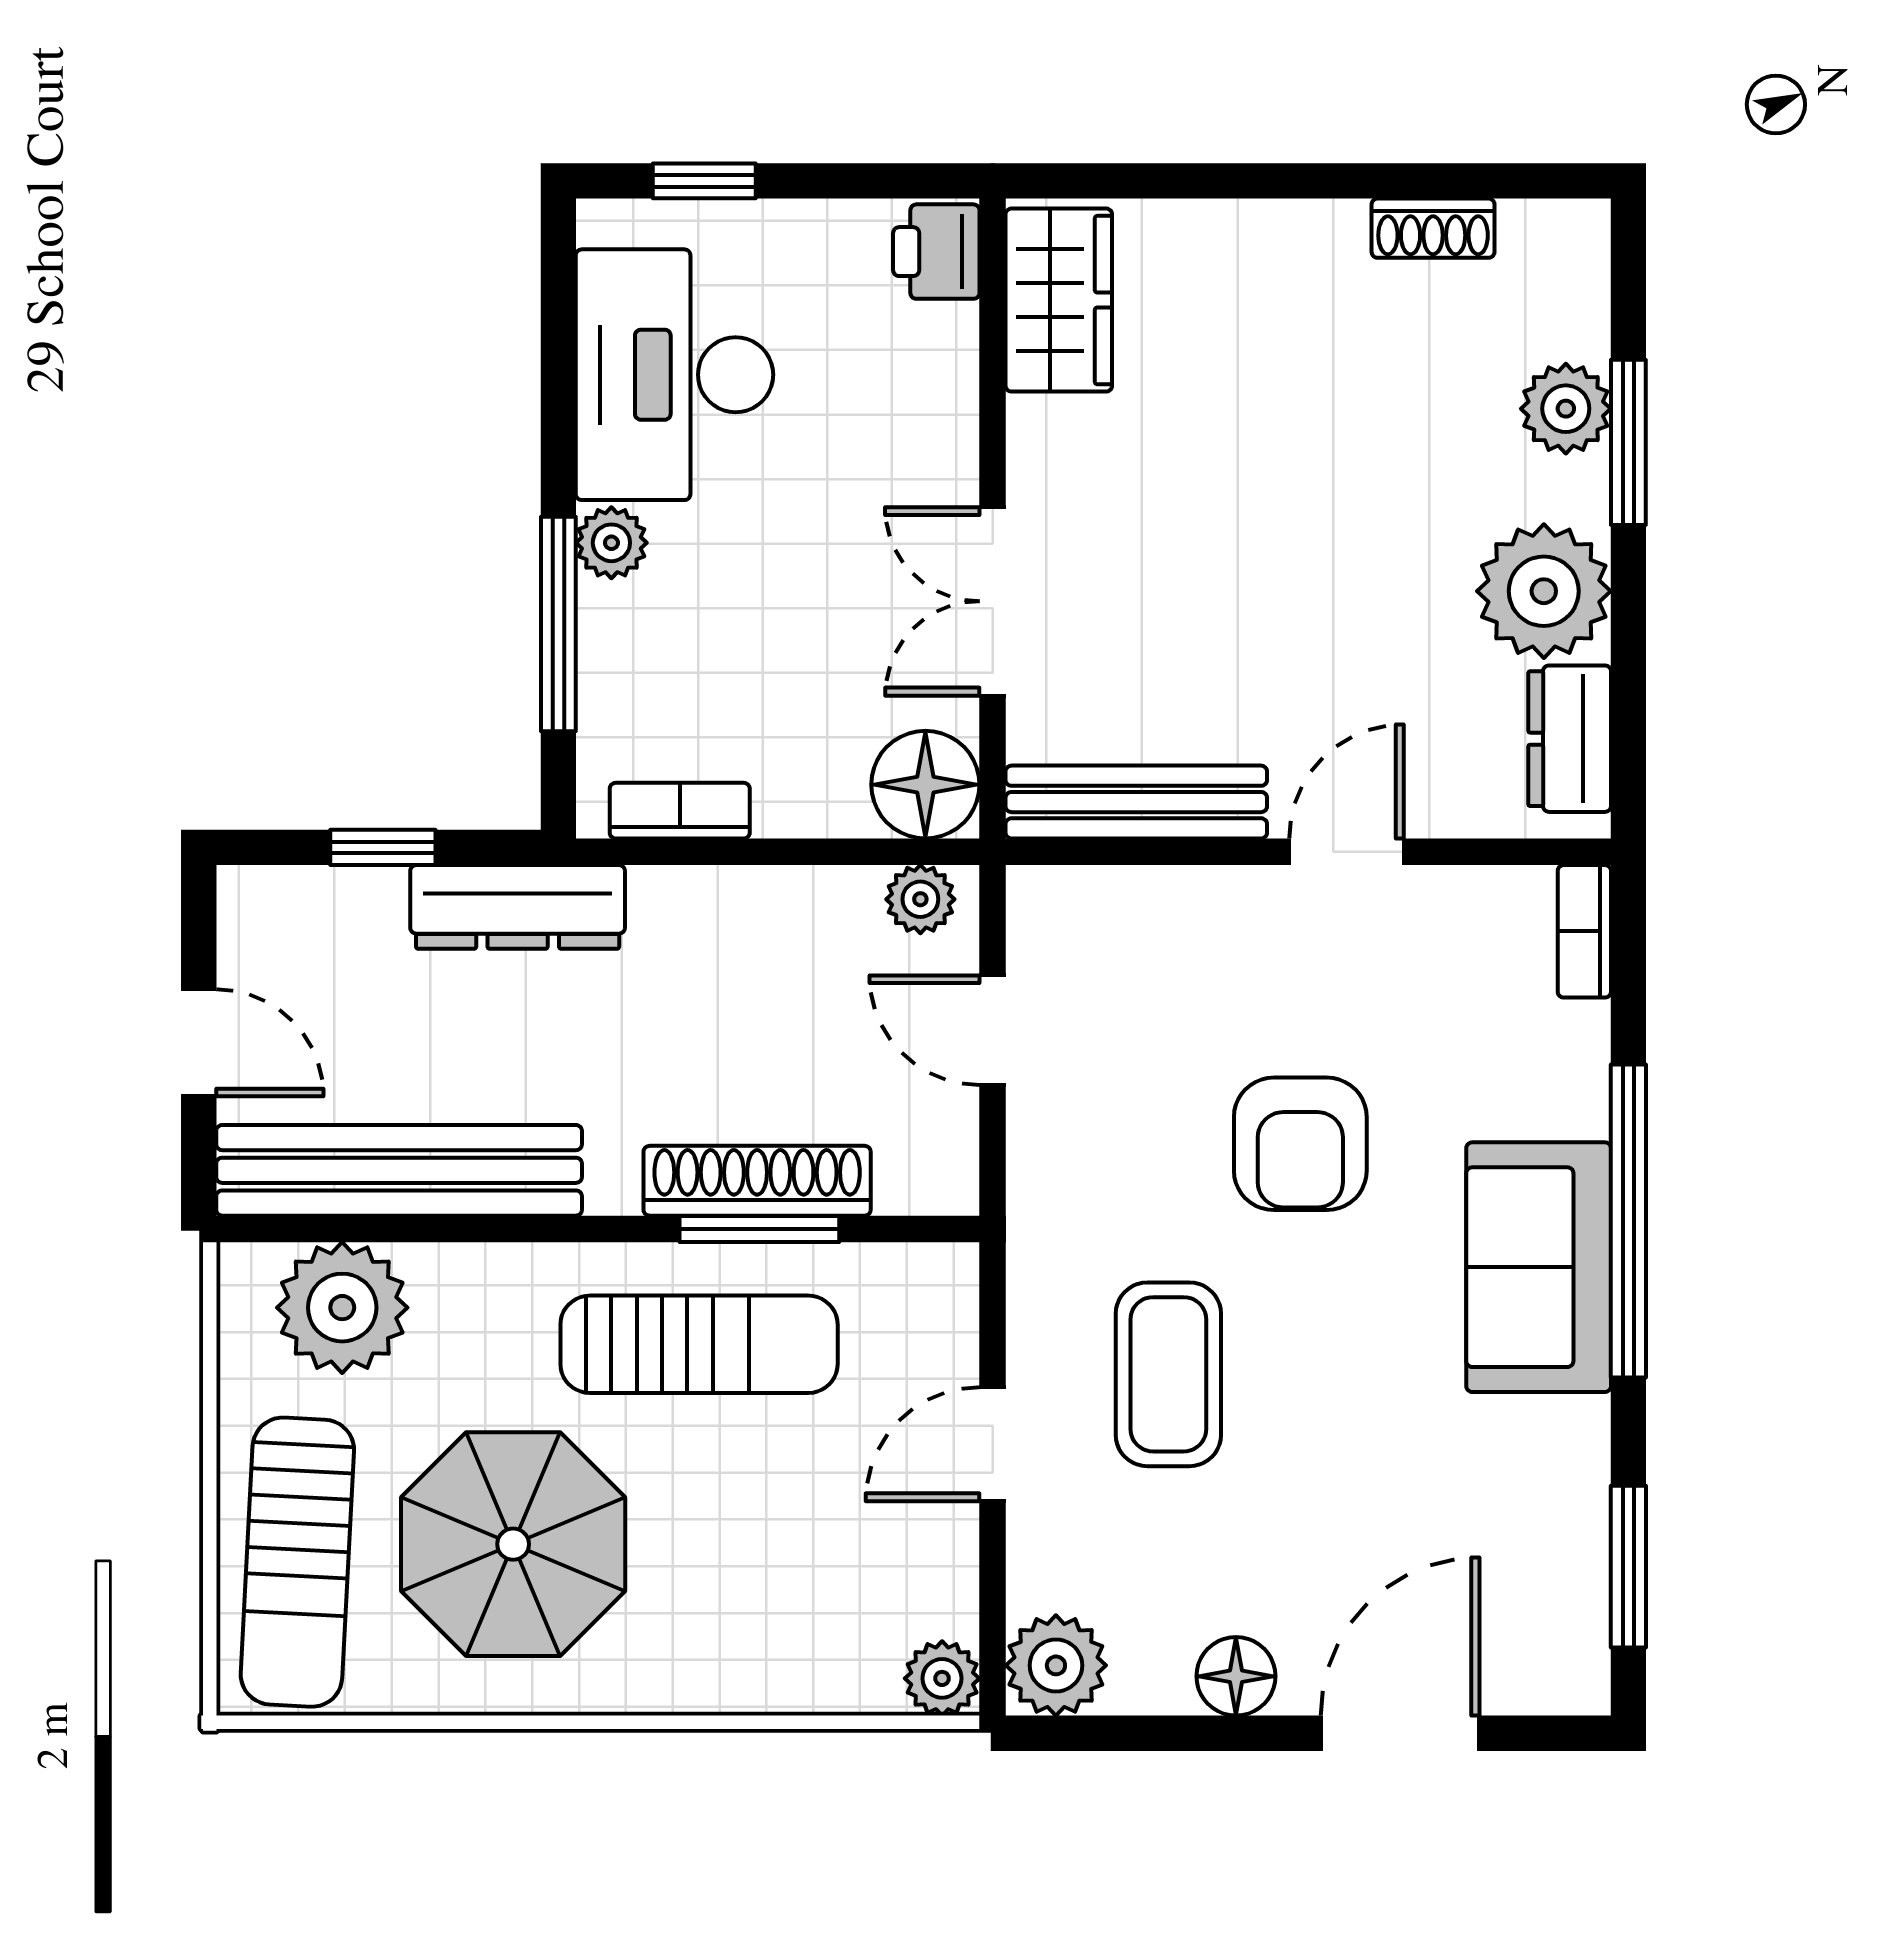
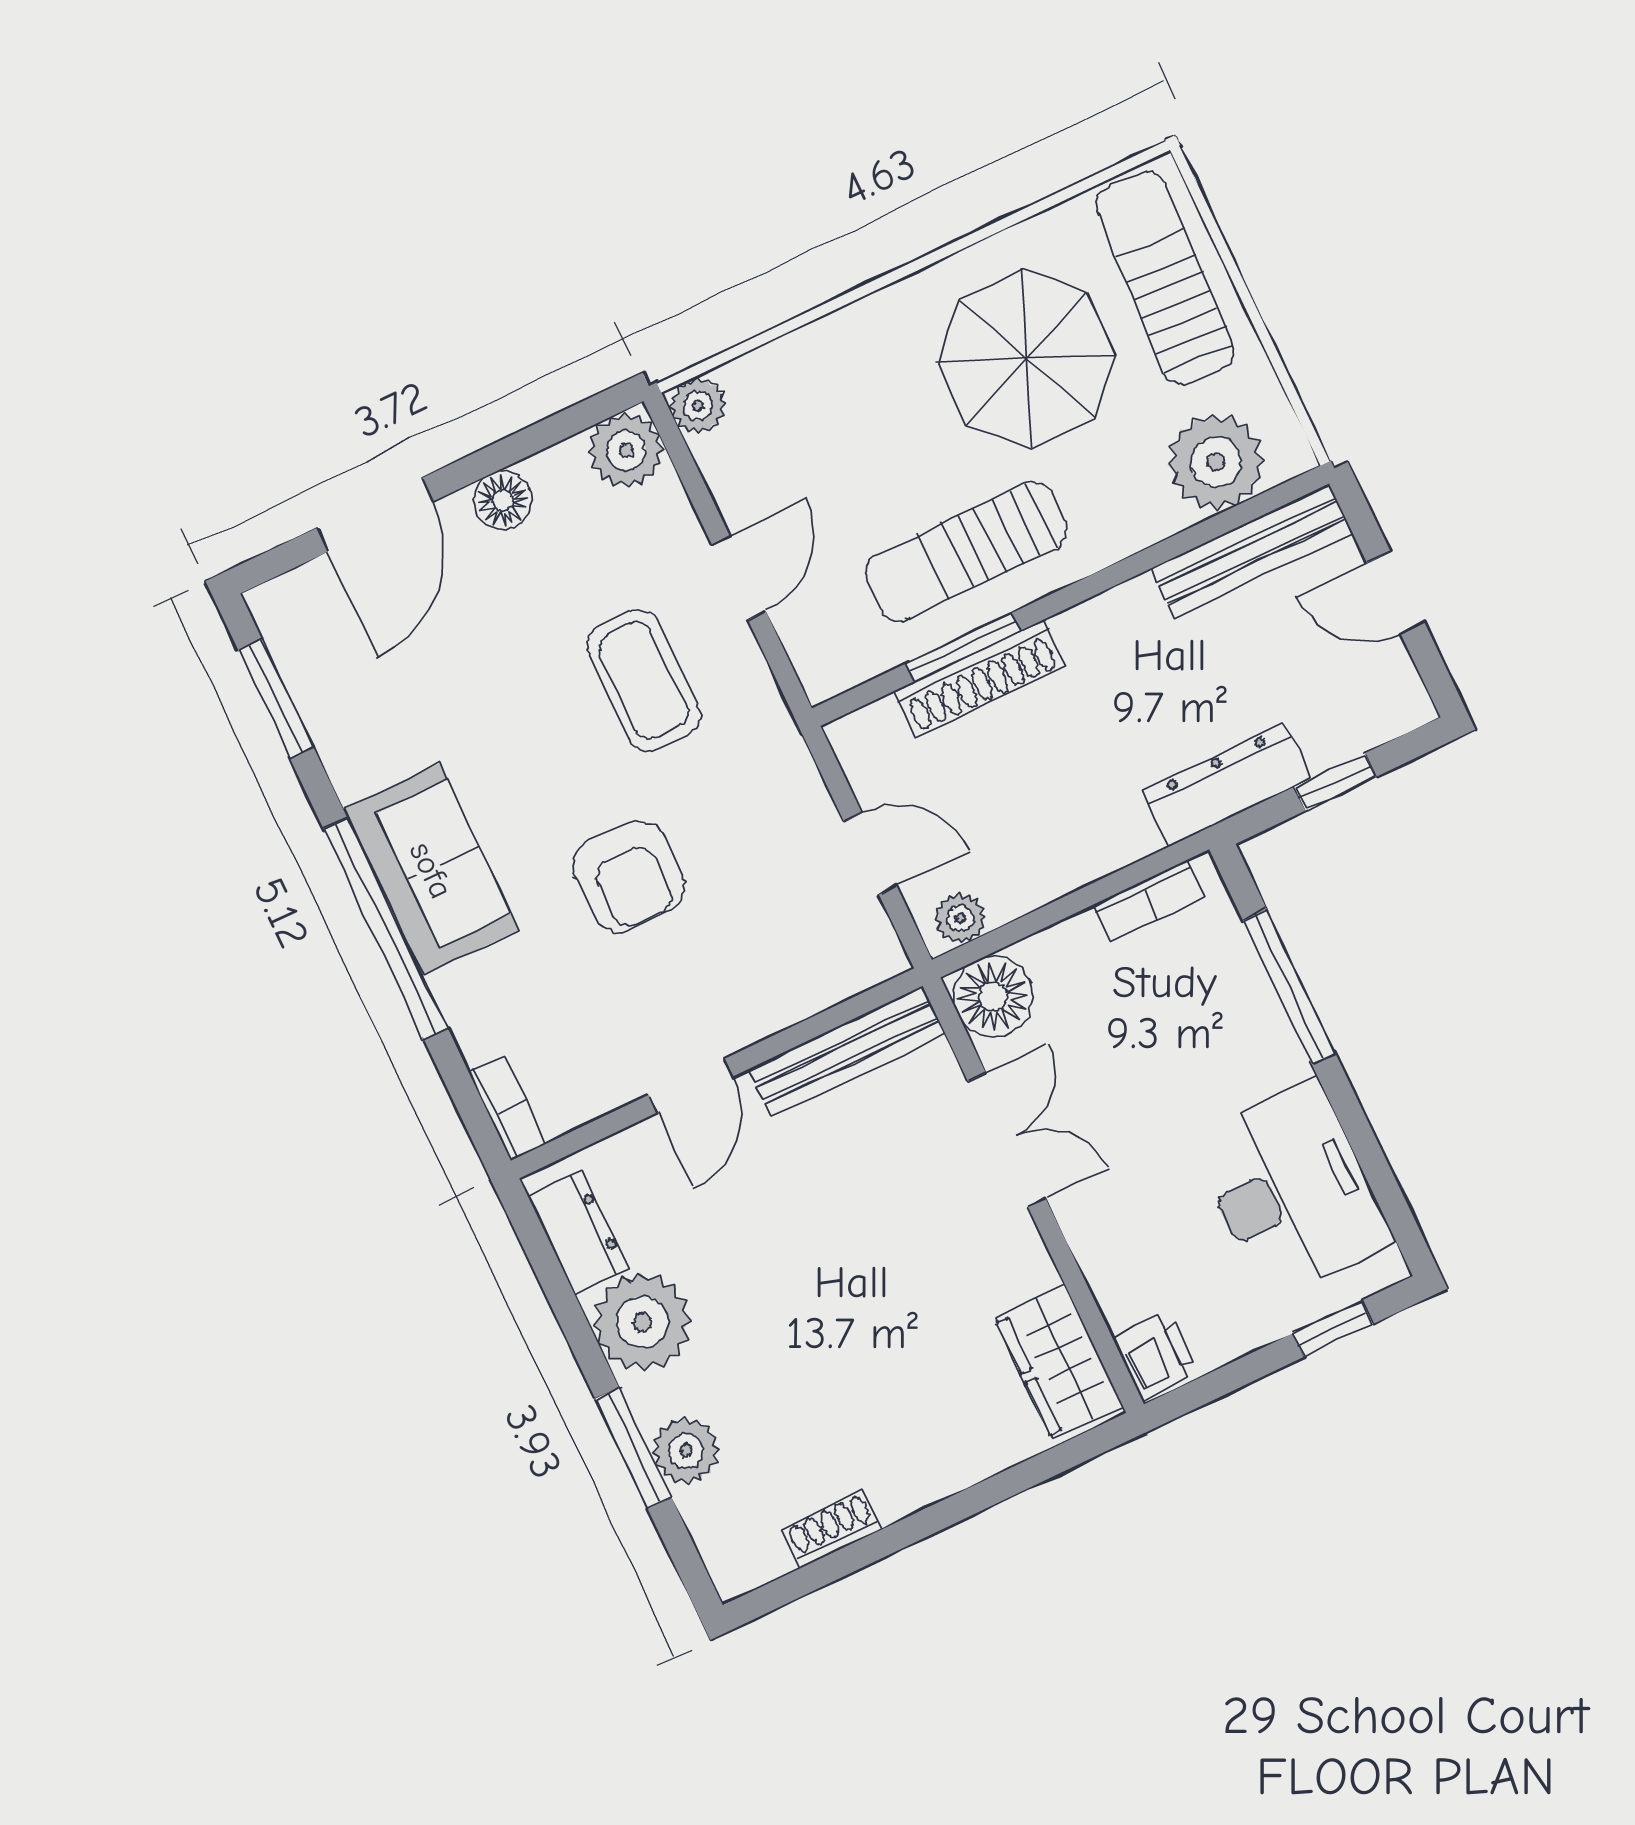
plant: (611, 543) -> (1280, 1058), removed
armchair: (1300, 1144) -> (629, 876), turned 180
bench: (399, 1170) -> (1252, 551), width x0.73, depth x0.82

